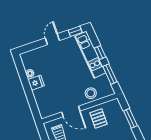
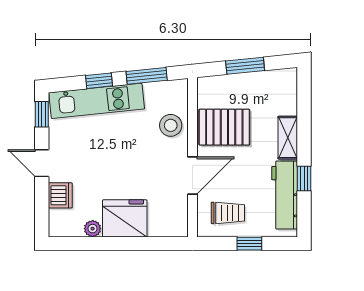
dishwasher: (40, 53) -> (60, 195), added
fridge: (36, 83) -> (125, 218), width x1.88, depth x1.34
pallet: (99, 118) -> (224, 127), width x1.50, depth x1.42

